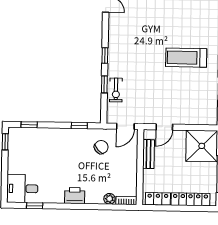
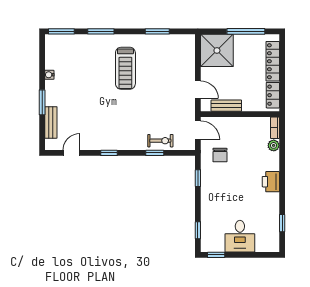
window: (105, 56) -> (109, 153), moved
chair: (101, 147) -> (220, 155), turned -138
desk: (22, 189) -> (240, 236), moved

